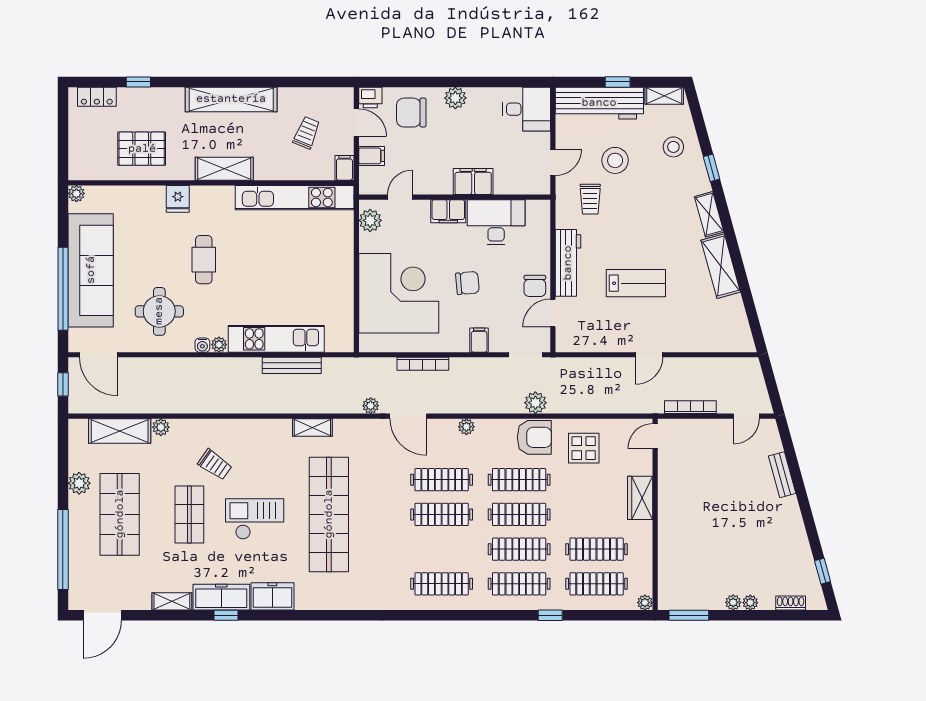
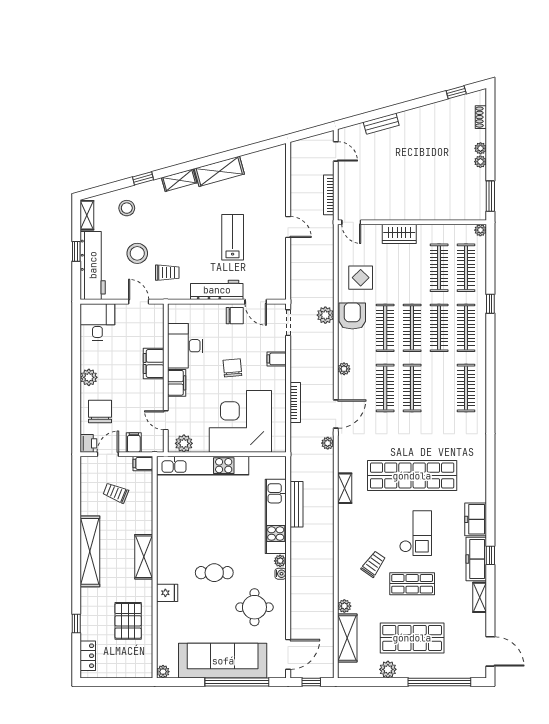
chair: (411, 113) -> (100, 412), turned 180
kitchen unit: (295, 198) -> (203, 466), moved, turned 90
checkout: (255, 519) -> (416, 533), turned 180

